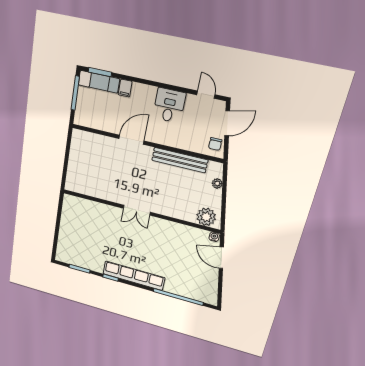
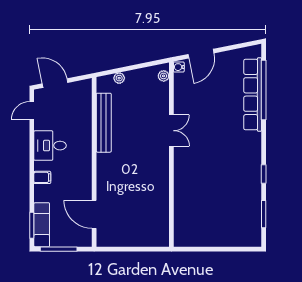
filing cabinet: (125, 88) -> (42, 177), moved
door: (131, 140) -> (94, 214), moved
chair: (215, 144) -> (78, 90), removed
double door: (137, 210) -> (171, 131), moved
plant: (206, 217) -> (164, 76), width x0.53, depth x0.53
row of seats: (134, 276) -> (253, 95), moved

